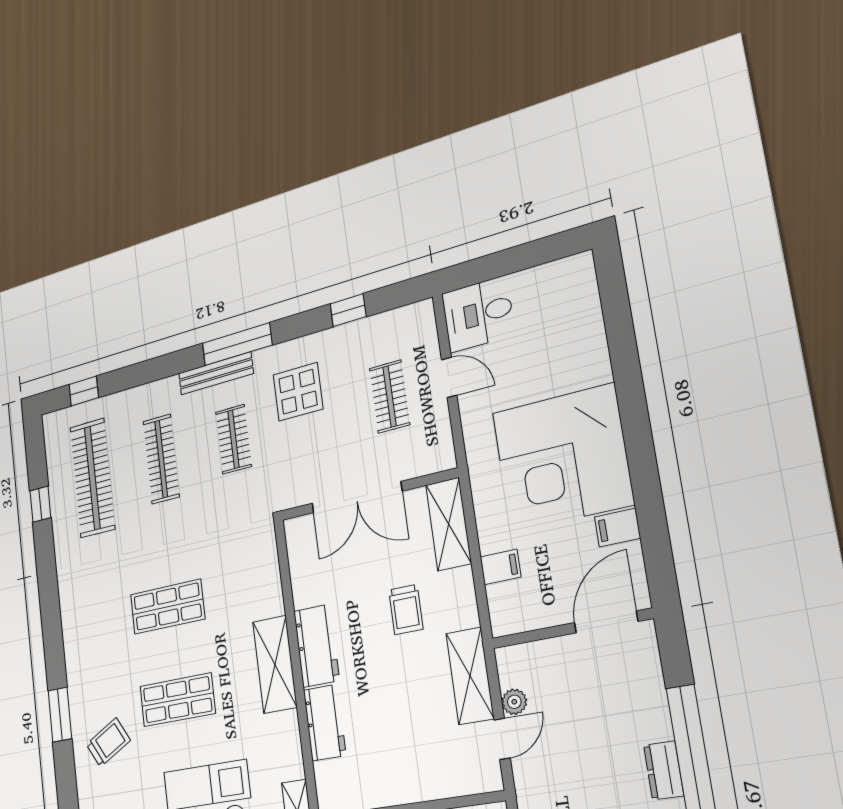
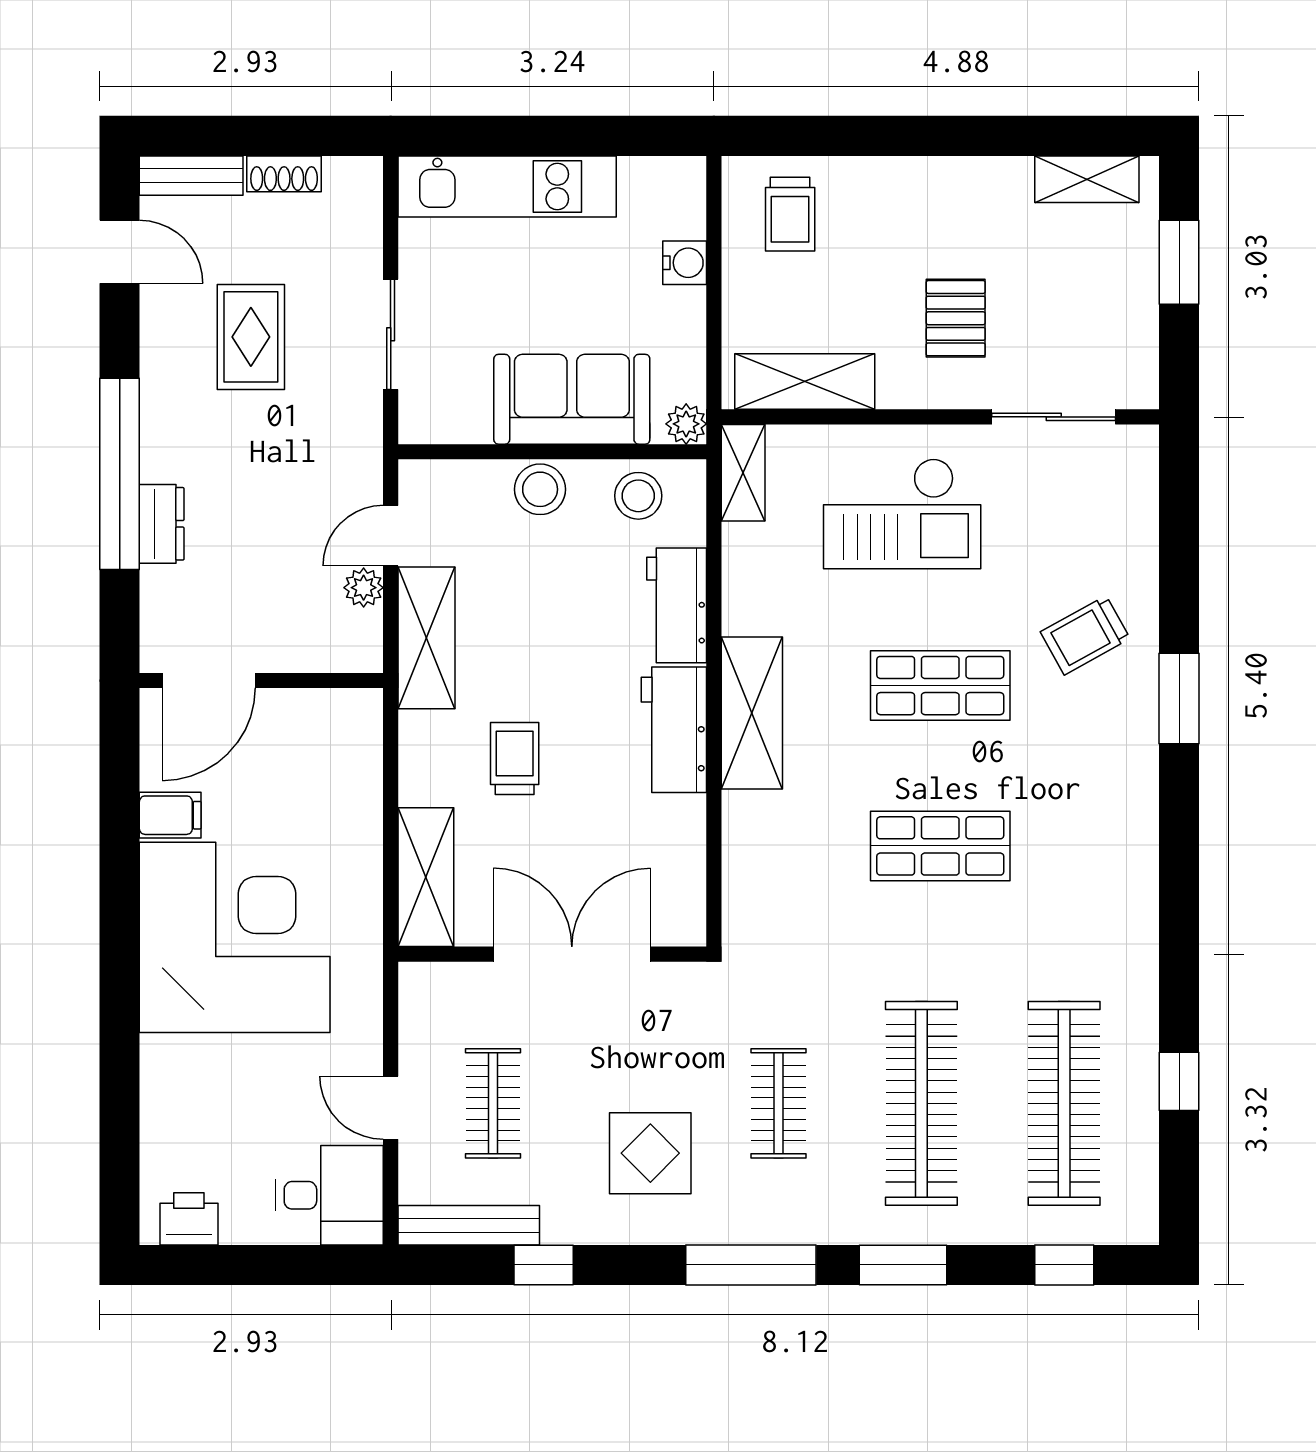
printer: (563, 274) -> (189, 1219), added
window: (161, 368) -> (903, 1265), added
bench: (216, 373) -> (469, 1225), moved
clothes rail: (161, 459) -> (921, 1103), width x1.37, depth x1.31
filing cabinet: (501, 567) -> (354, 794), removed
dresser: (664, 770) -> (162, 524), moved
stool: (414, 783) -> (540, 489), added
stool: (355, 788) -> (638, 496), added

